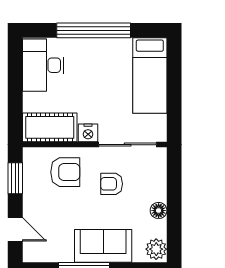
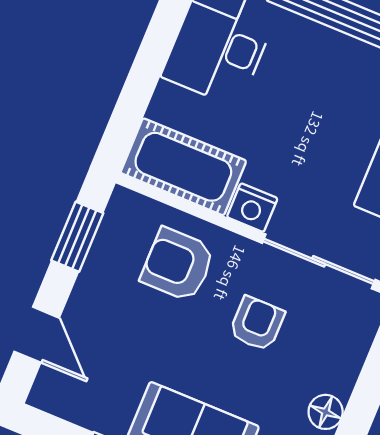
armchair: (65, 172) -> (178, 265), turned 180
armchair: (112, 184) -> (257, 324), turned 90

